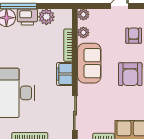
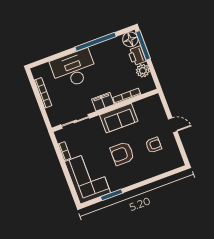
plant: (83, 14) -> (155, 99), removed
plant: (83, 32) -> (141, 104), removed

